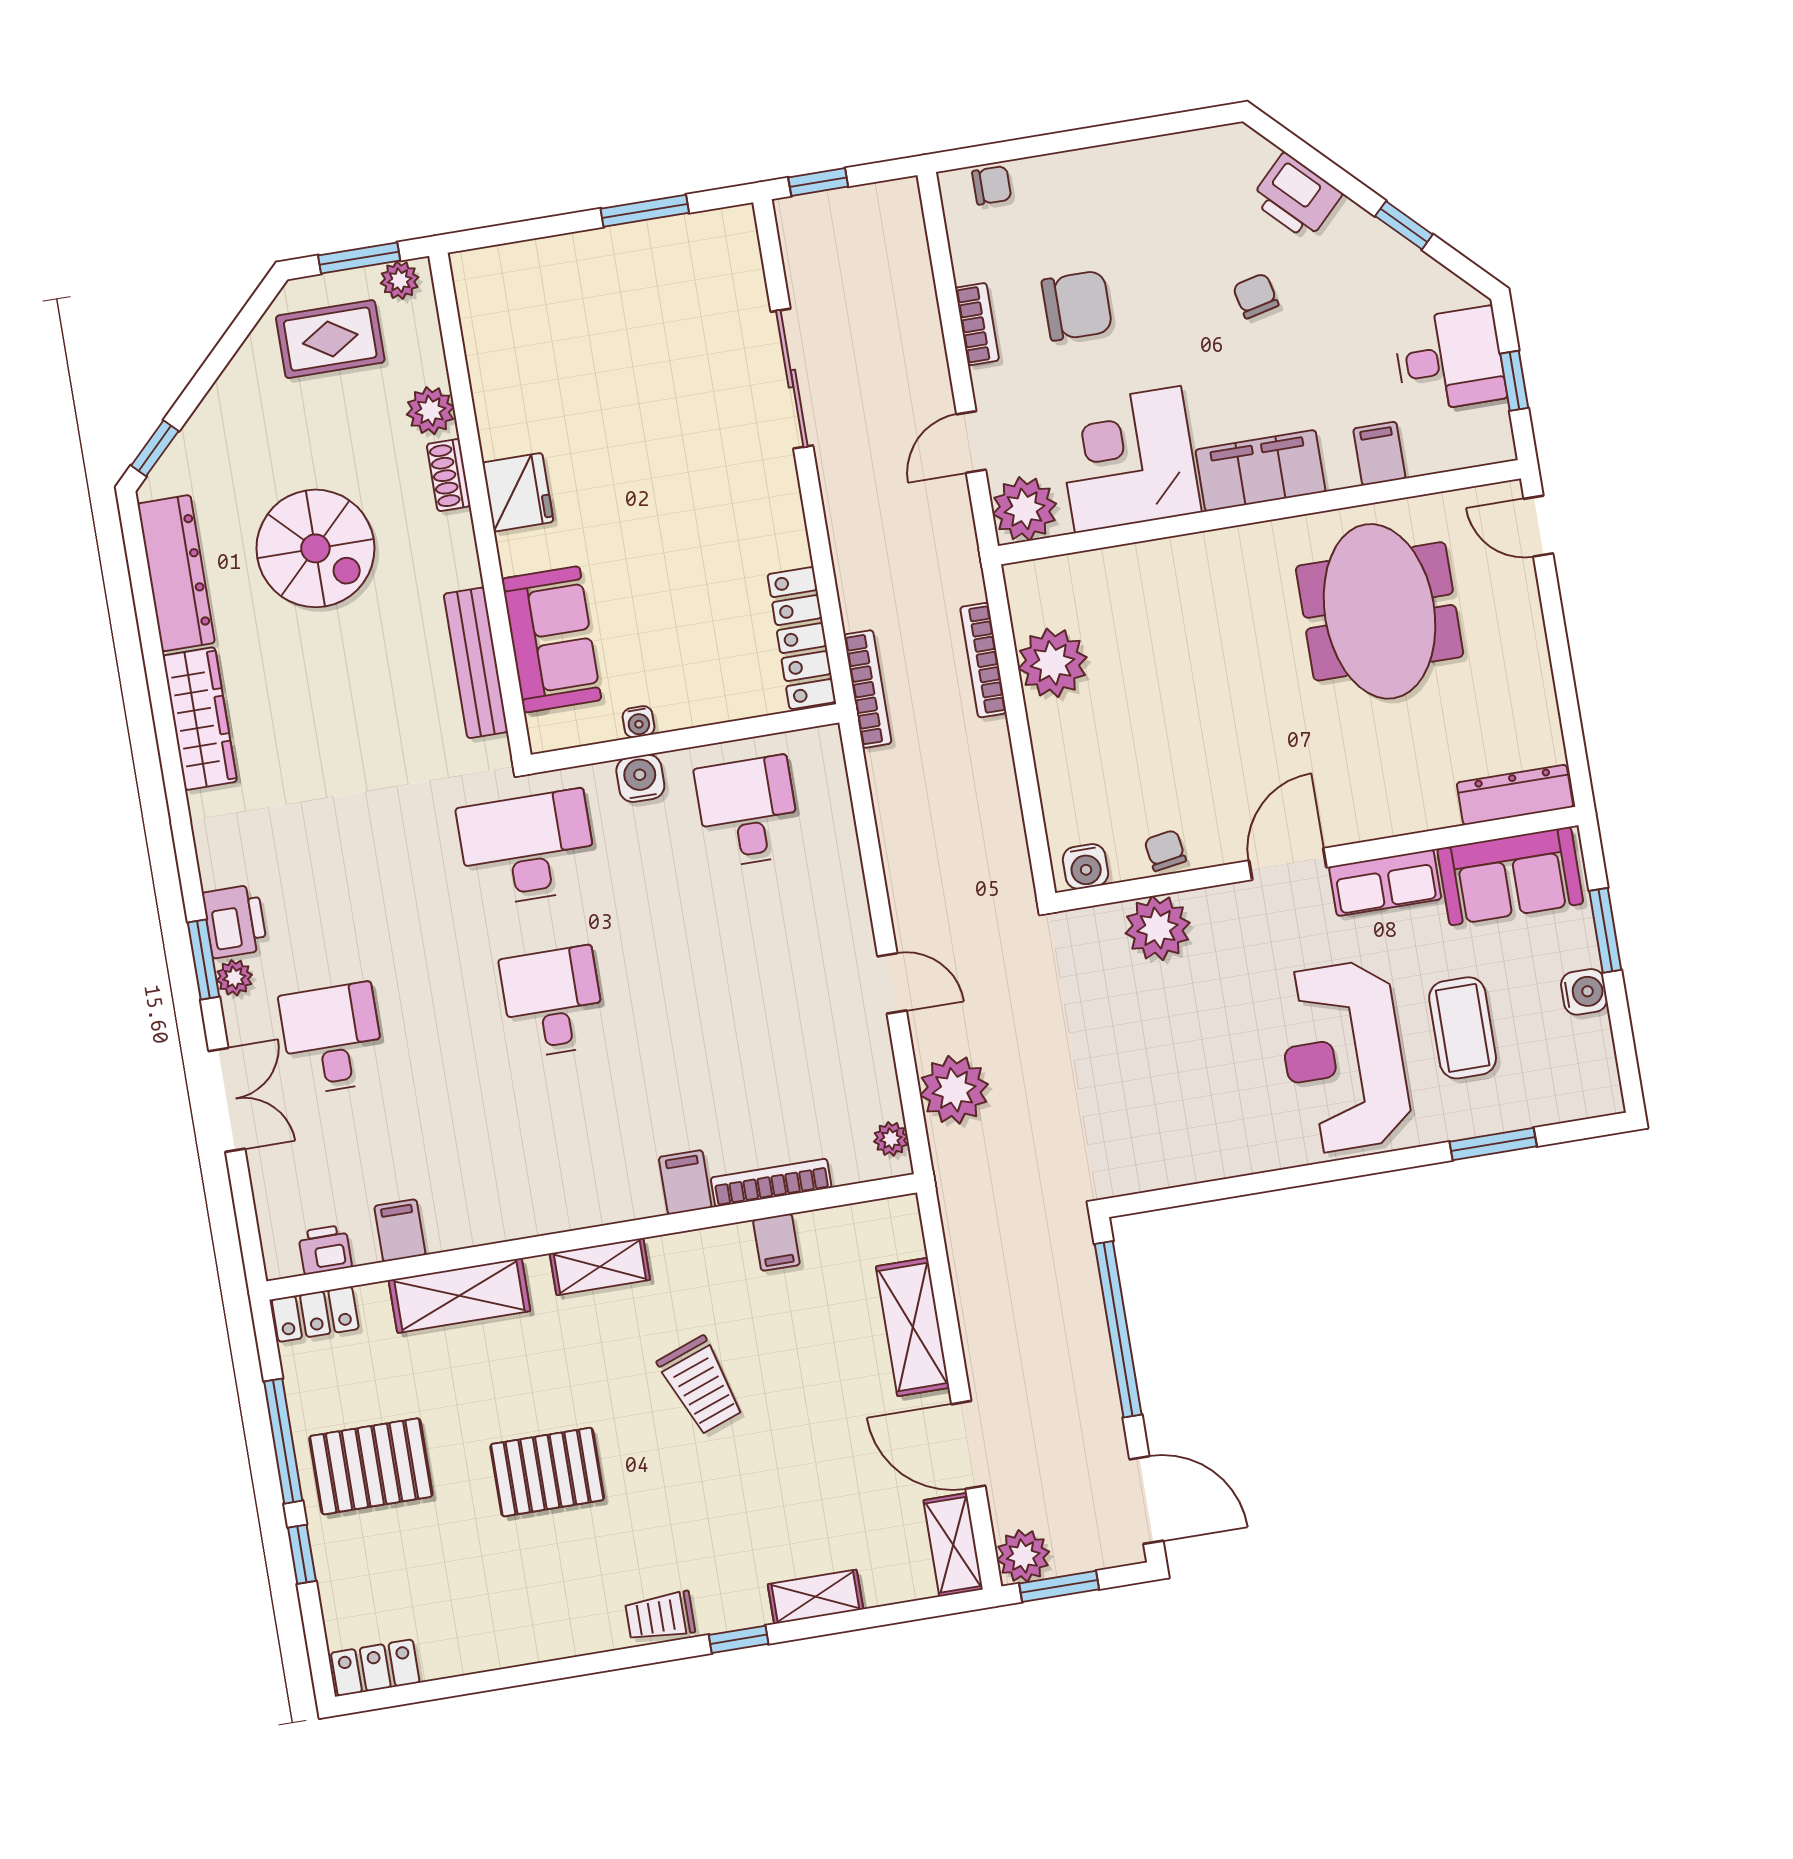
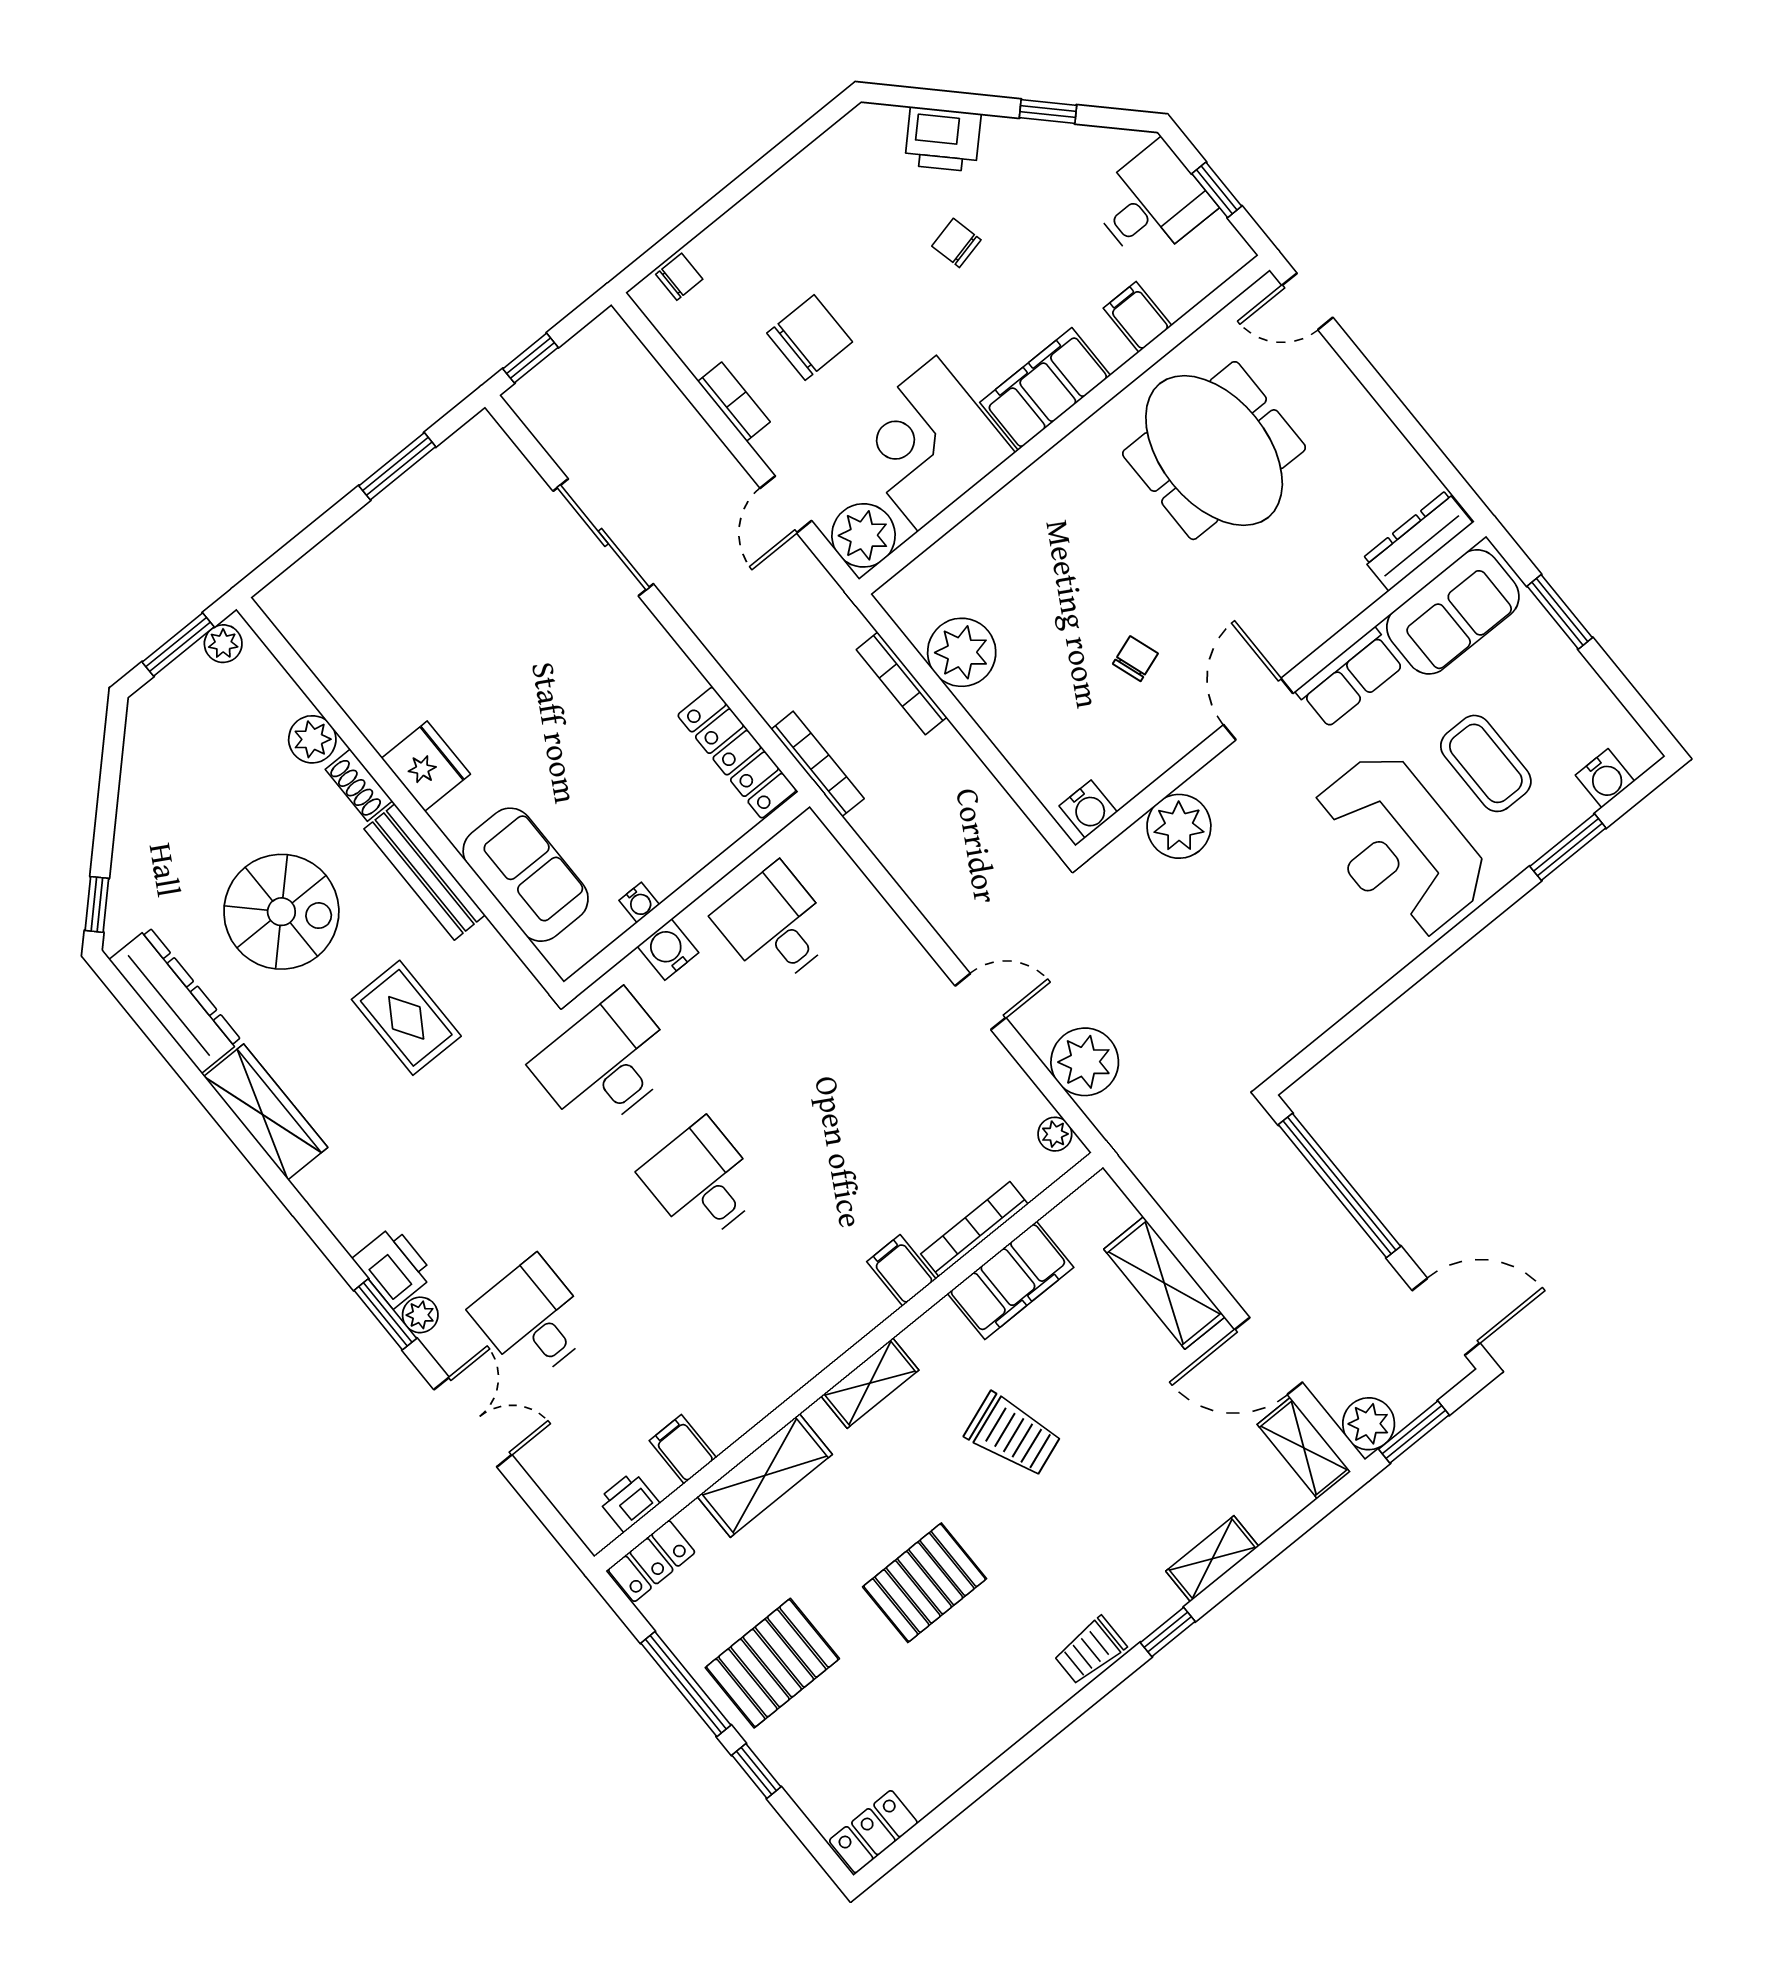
rug: (330, 339) -> (406, 1018), moved, turned 90
bench: (476, 663) -> (425, 872), moved
chair: (1165, 850) -> (1135, 659), moved, turned 80
water cooler: (1584, 992) -> (1605, 778), moved, turned 90
filing cabinet: (776, 1242) -> (1011, 1280), width x3.00, depth x1.17

